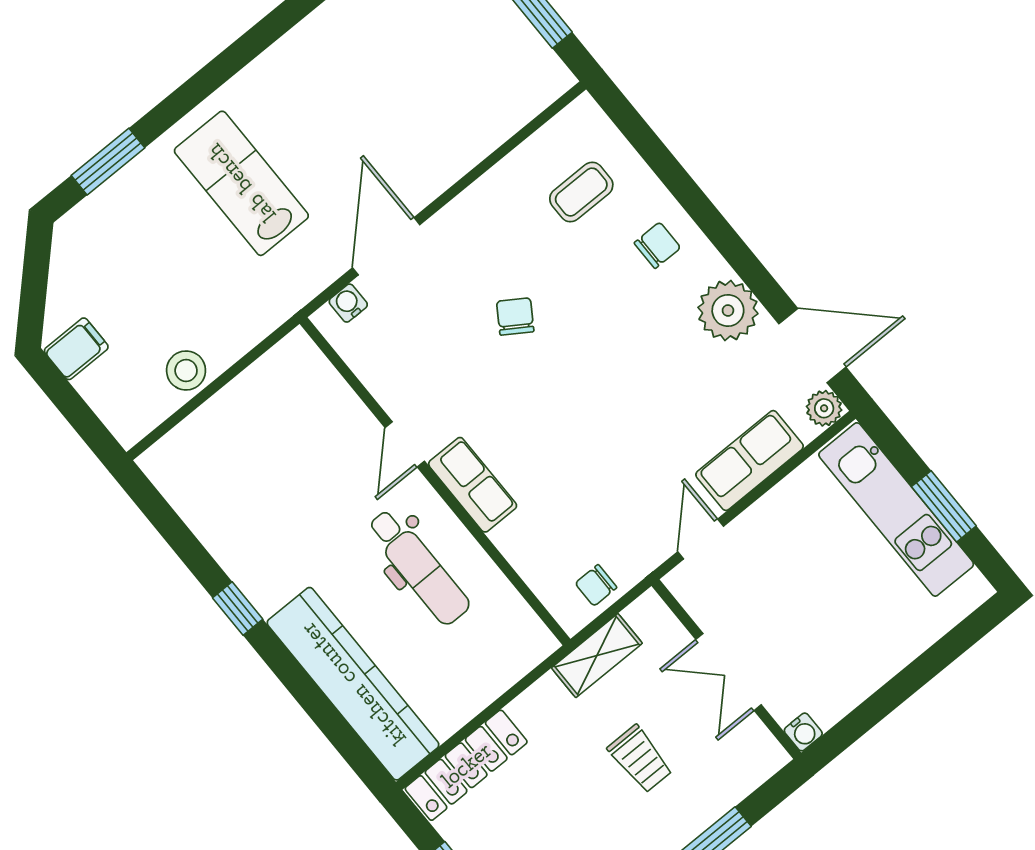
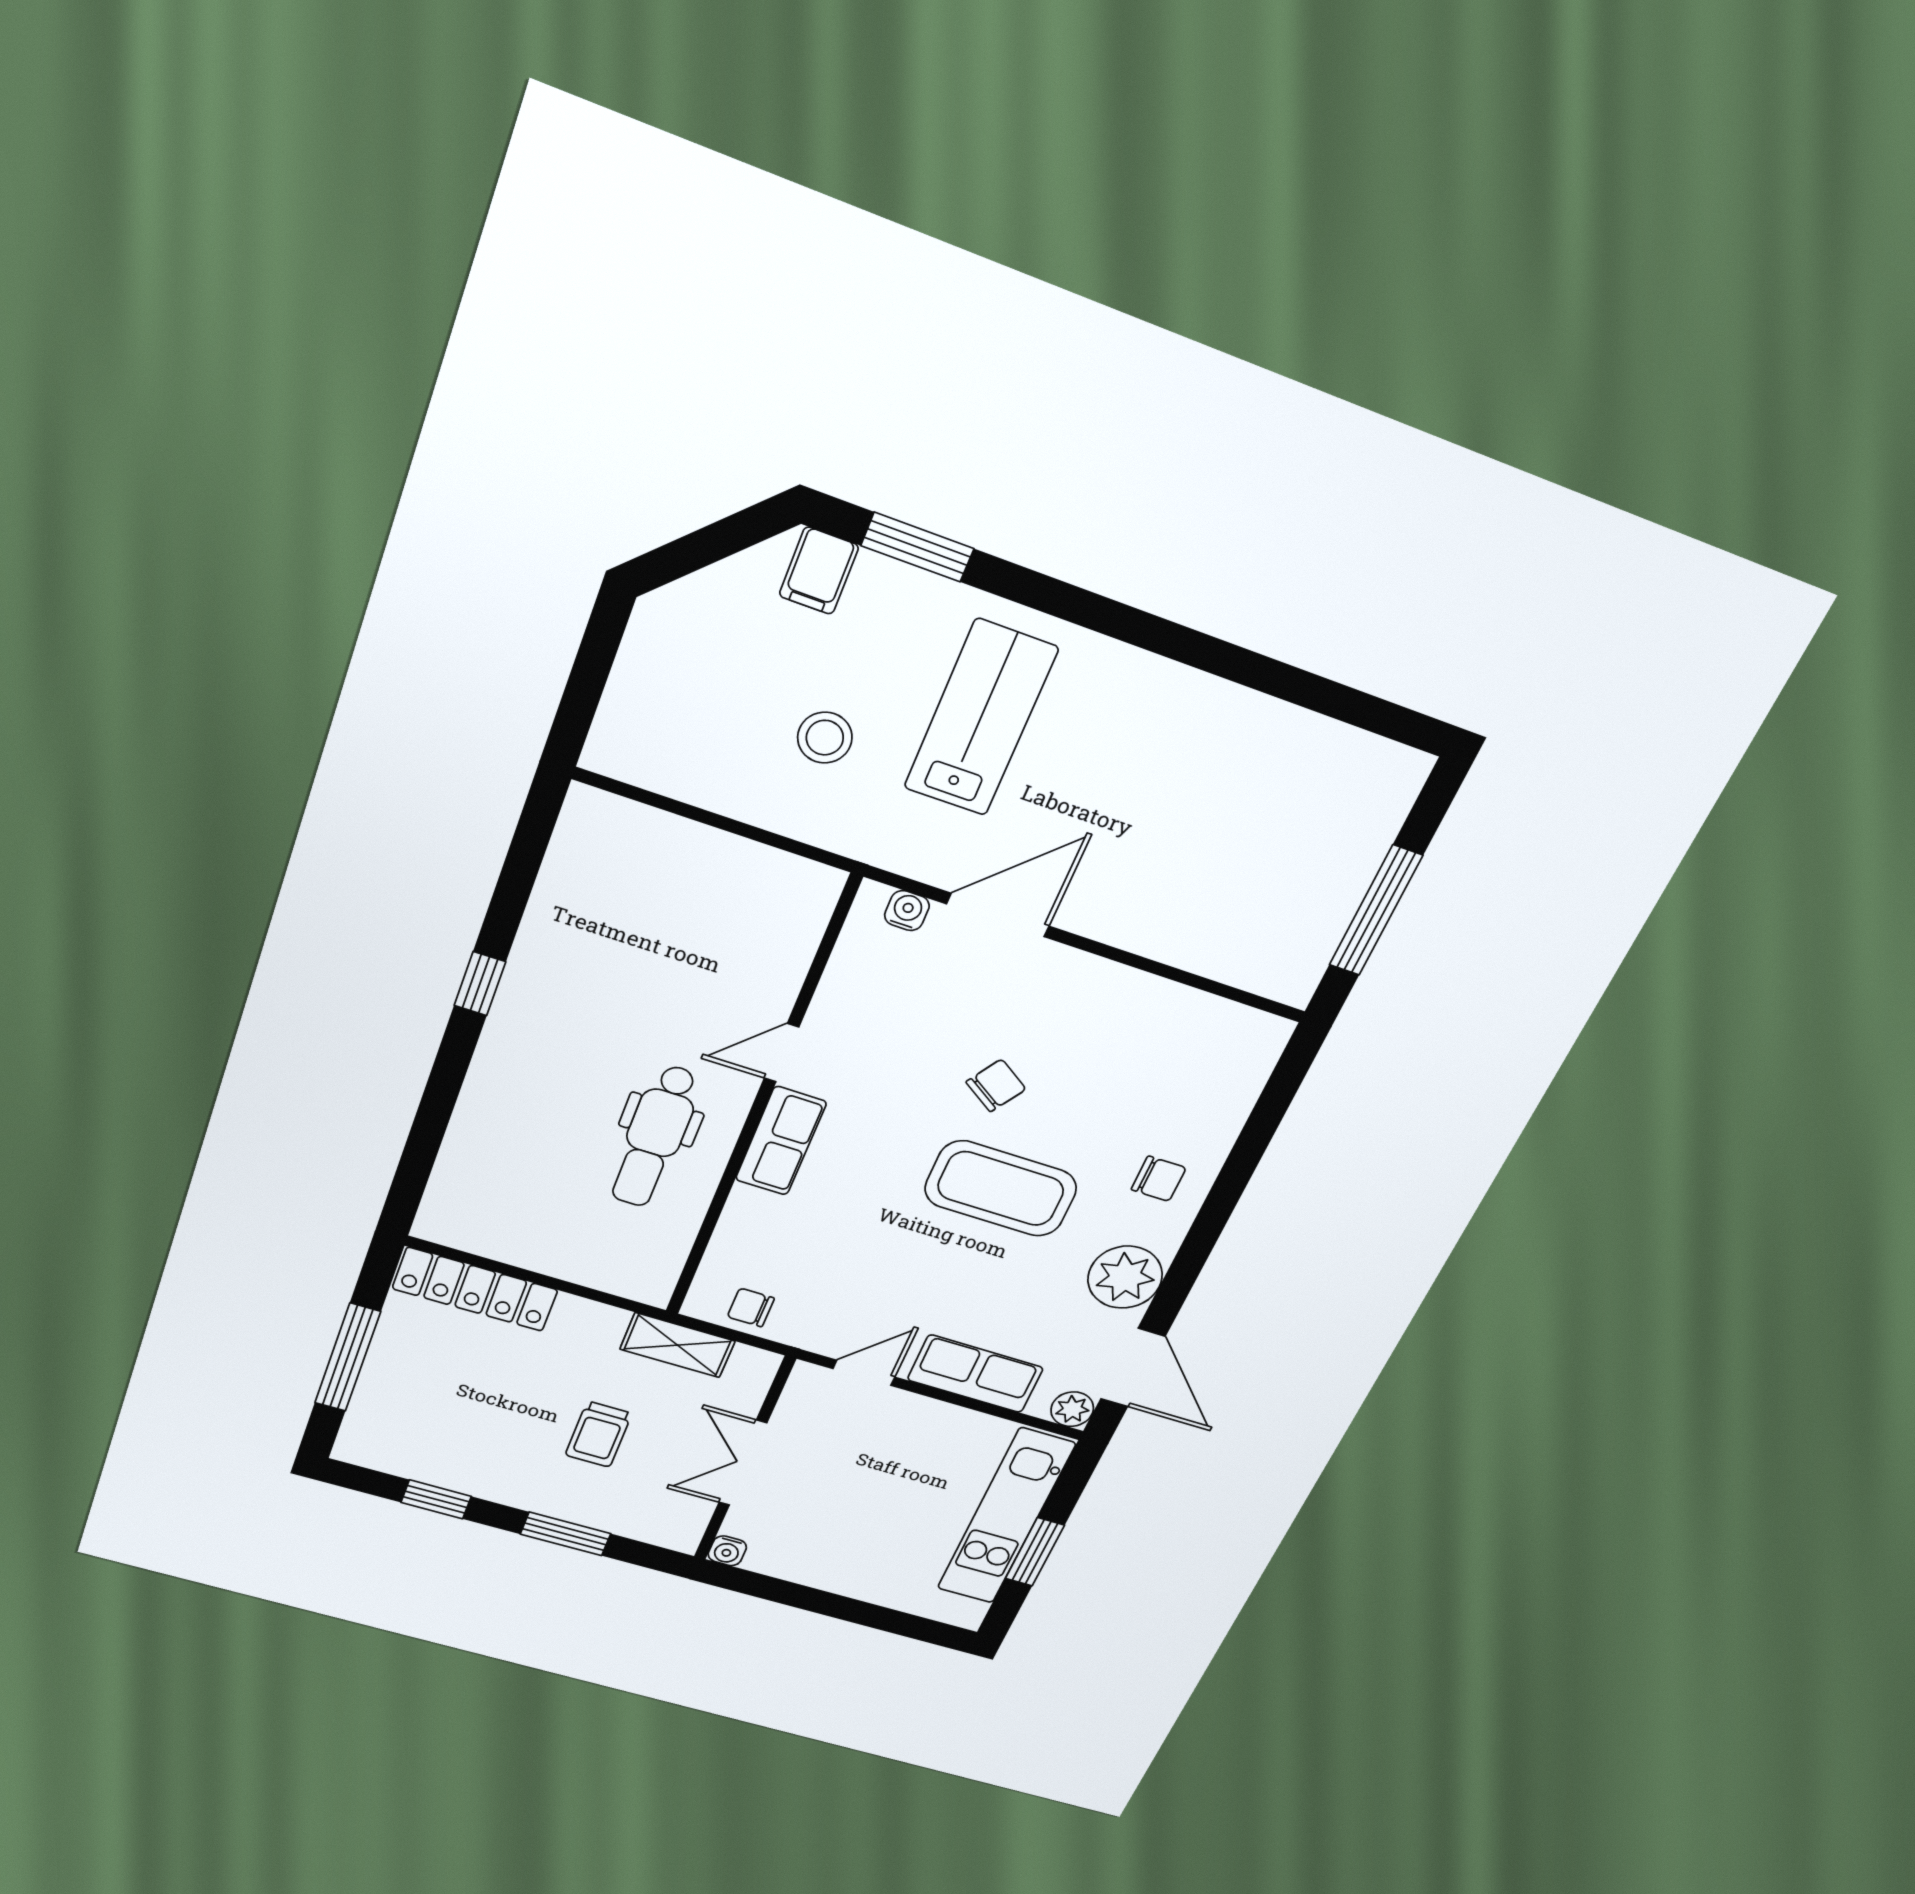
coffee table: (581, 192) -> (1001, 1189), moved, width x1.86, depth x1.72
filing cabinet: (76, 349) -> (819, 571), moved, turned 90
stool: (186, 370) -> (825, 738), moved
kitchen counter: (353, 684) -> (482, 1141), removed

